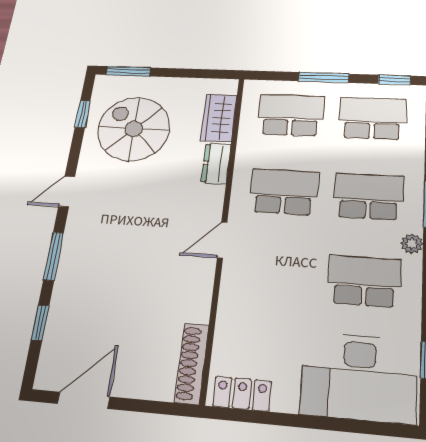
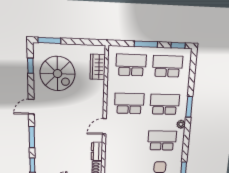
spiral stairs: (134, 129) -> (57, 74), turned 180
dresser: (216, 163) -> (97, 151), moved

